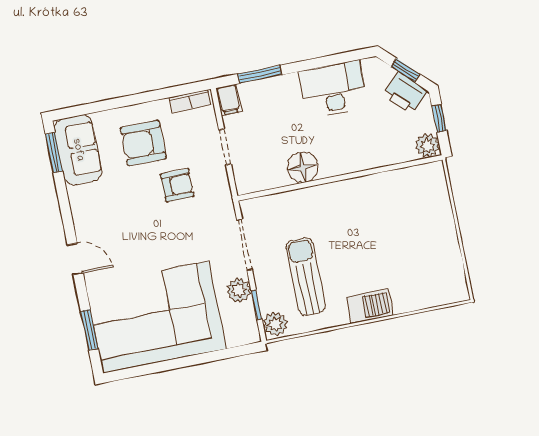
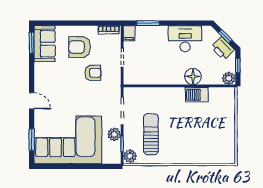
floor lamp: (303, 167) -> (193, 77), moved
barbecue: (370, 306) -> (197, 95), moved, turned 180

